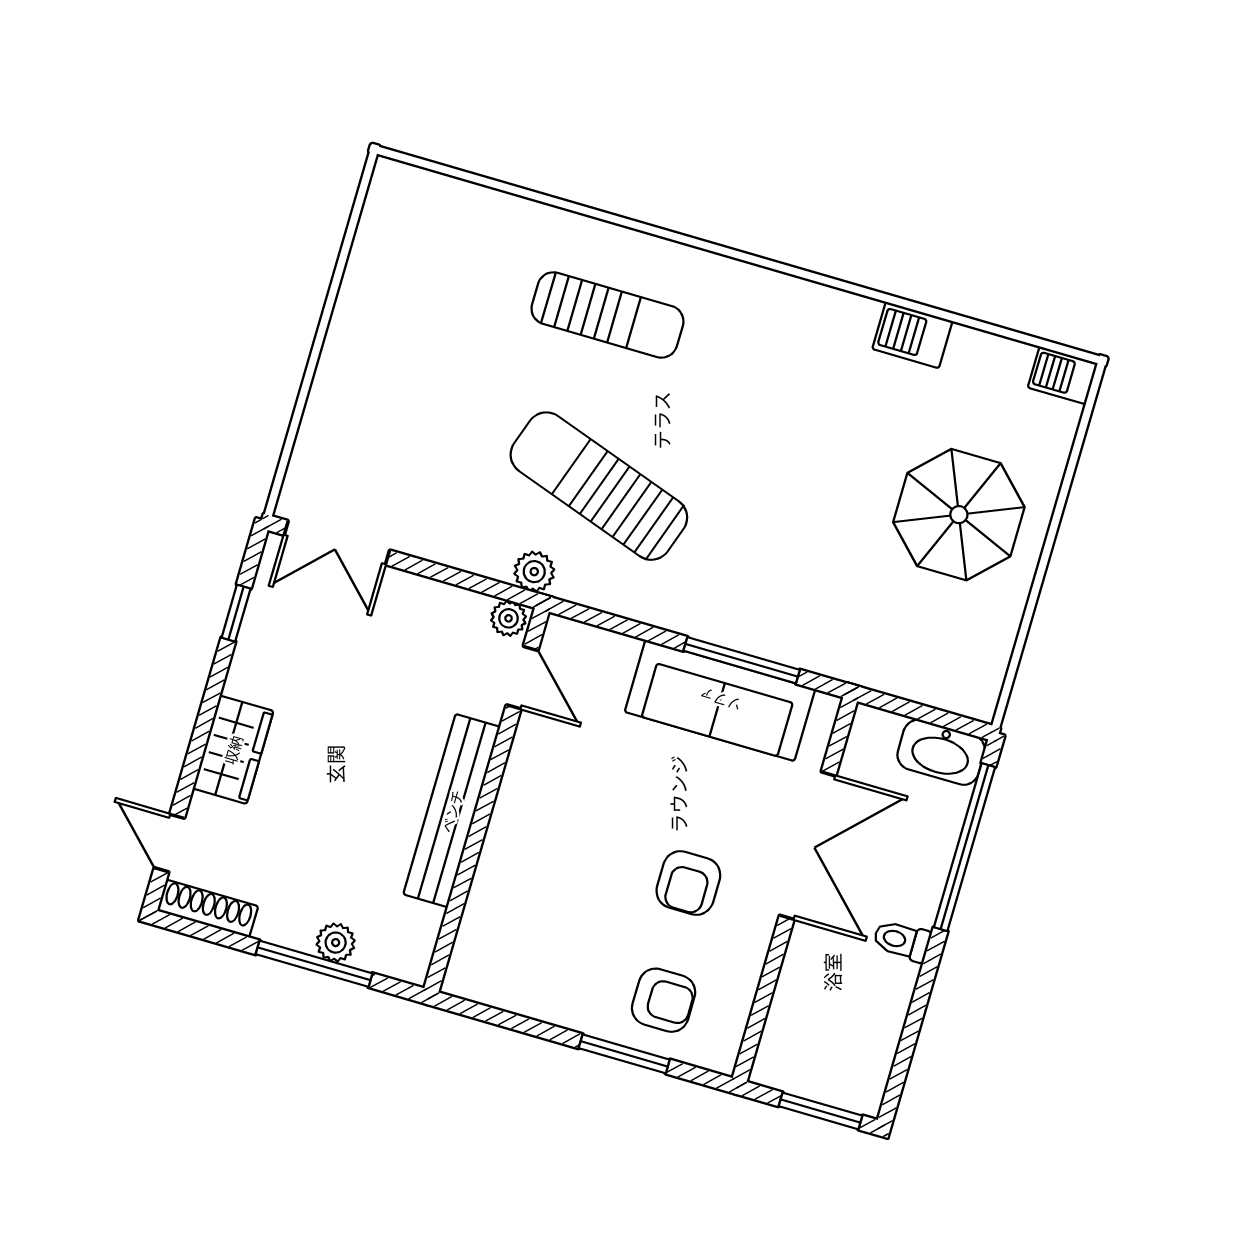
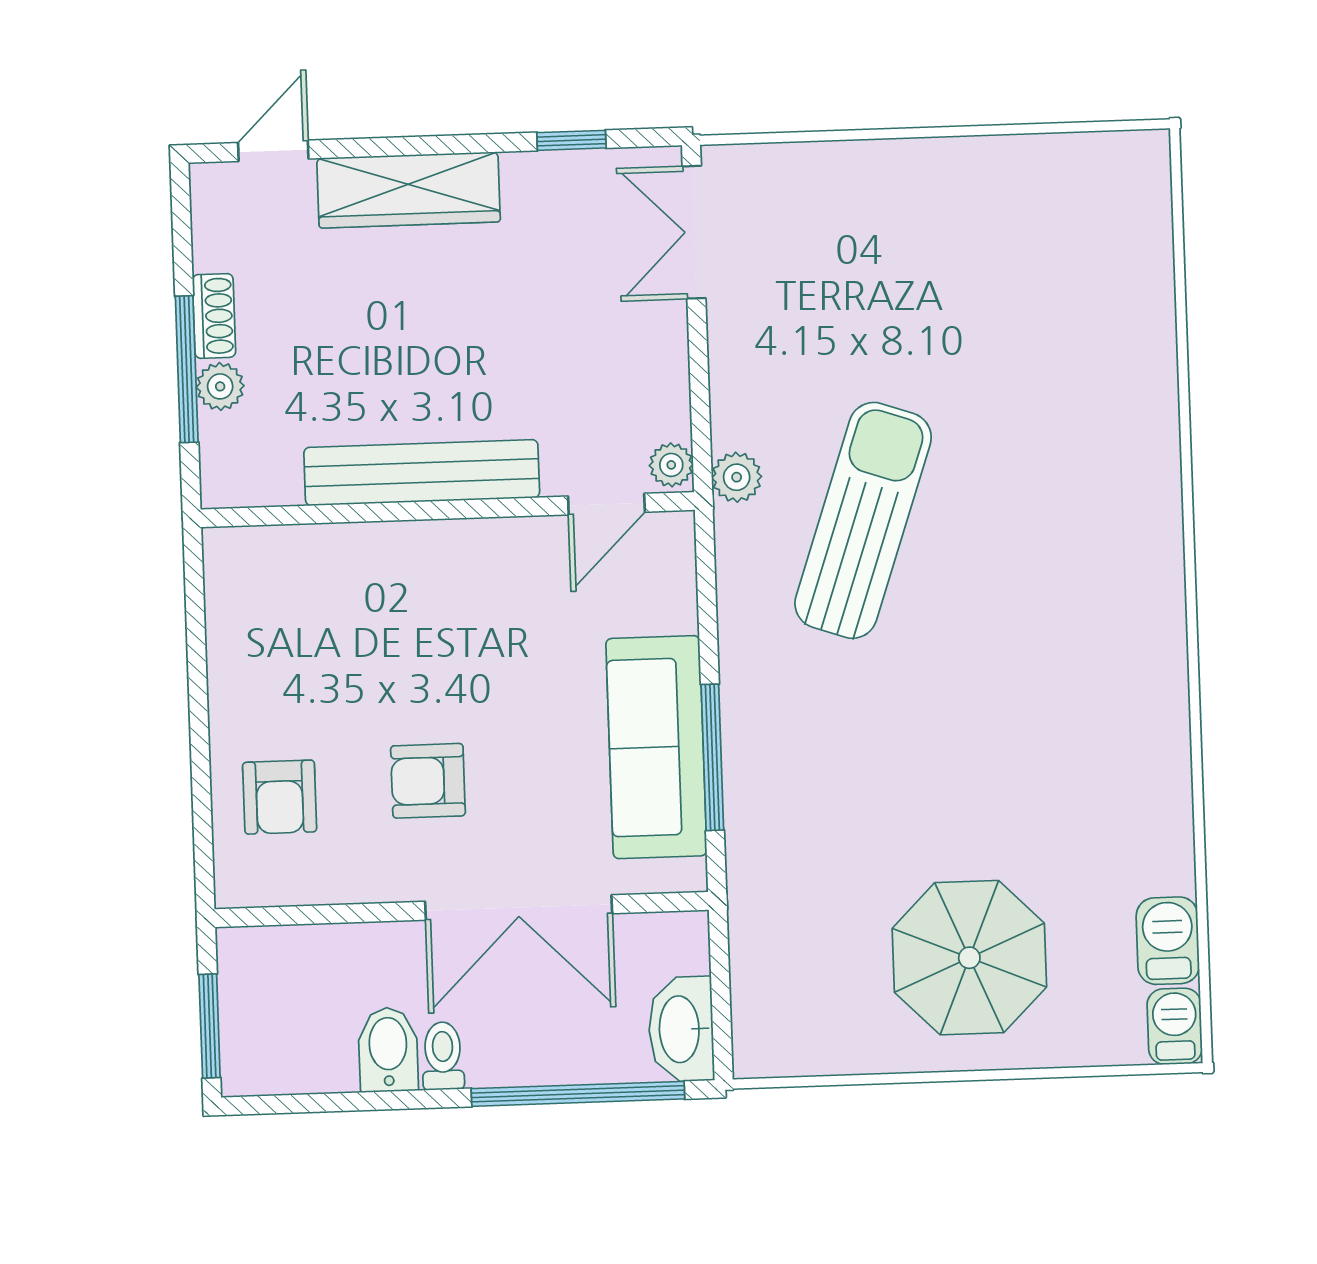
sun lounger: (607, 315) -> (1069, 464), removed
barbecue: (912, 335) -> (1168, 941), moved
wardrobe: (233, 750) -> (409, 190), width x1.50
shoe rack: (208, 908) -> (214, 316), moved, width x0.70
bidet: (883, 981) -> (388, 1050), added
window: (624, 1054) -> (201, 771), removed

